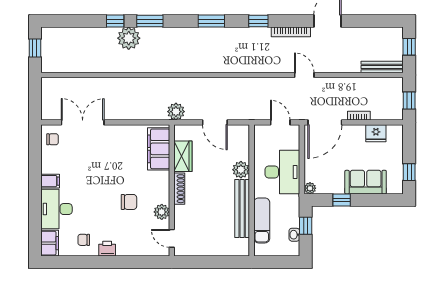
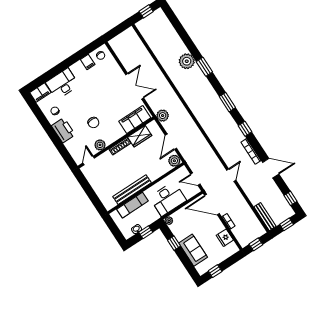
window: (115, 21) -> (290, 198), moved
double door: (83, 122) -> (135, 86), moved
door: (280, 122) -> (195, 179), swing flipped
plant: (241, 170) -> (174, 161), moved
filing cabinet: (50, 181) -> (88, 62), moved
printer: (107, 249) -> (63, 130), width x1.87, depth x1.48

